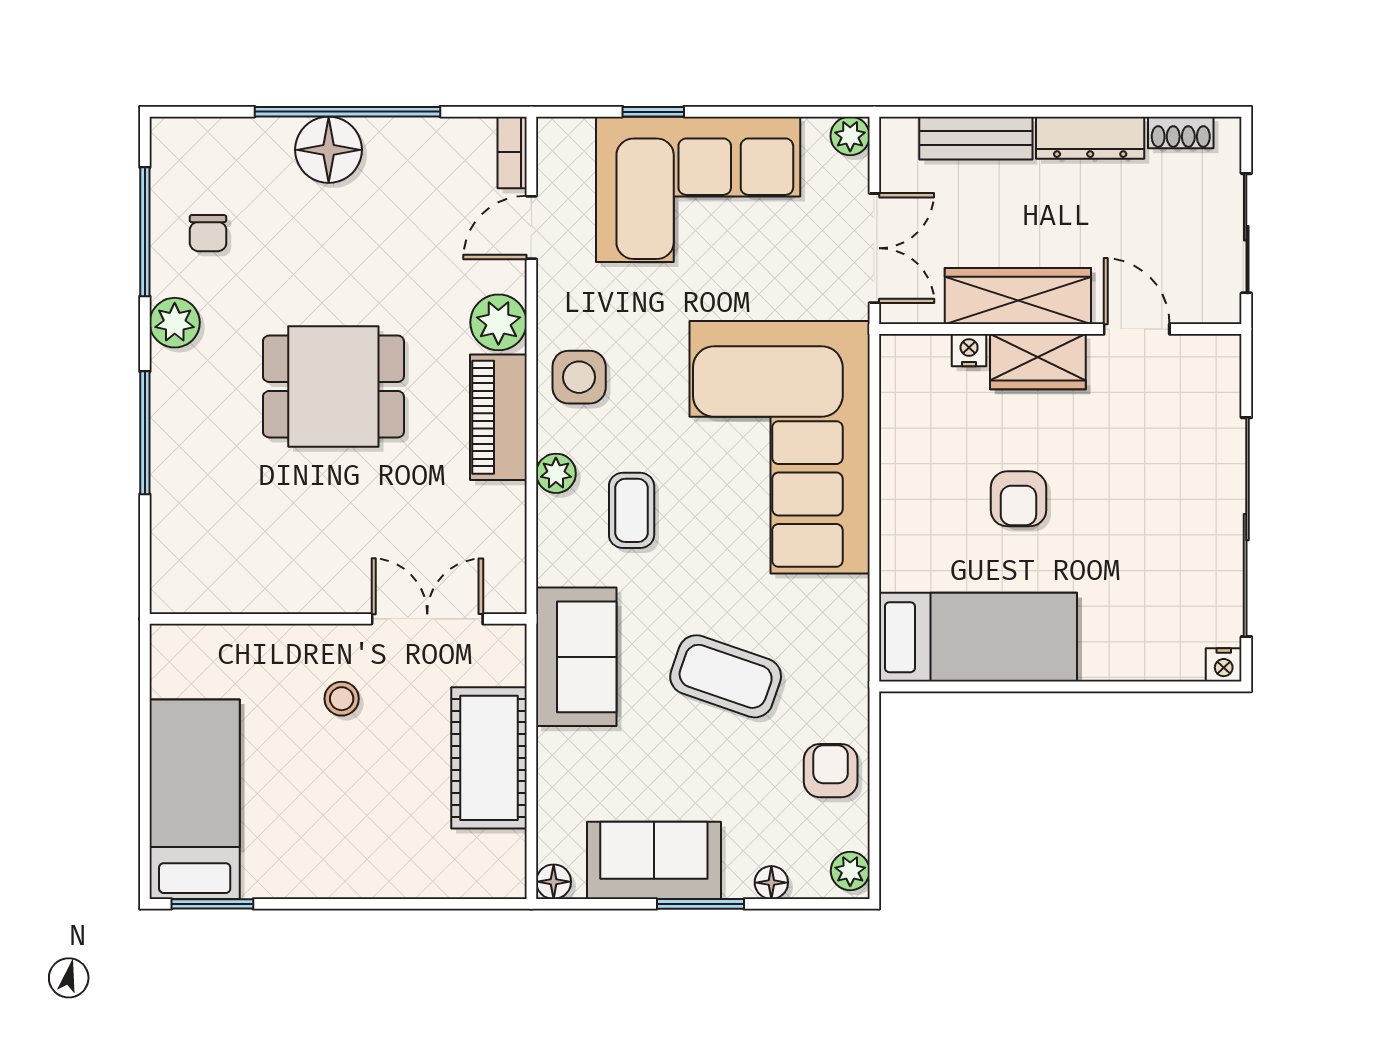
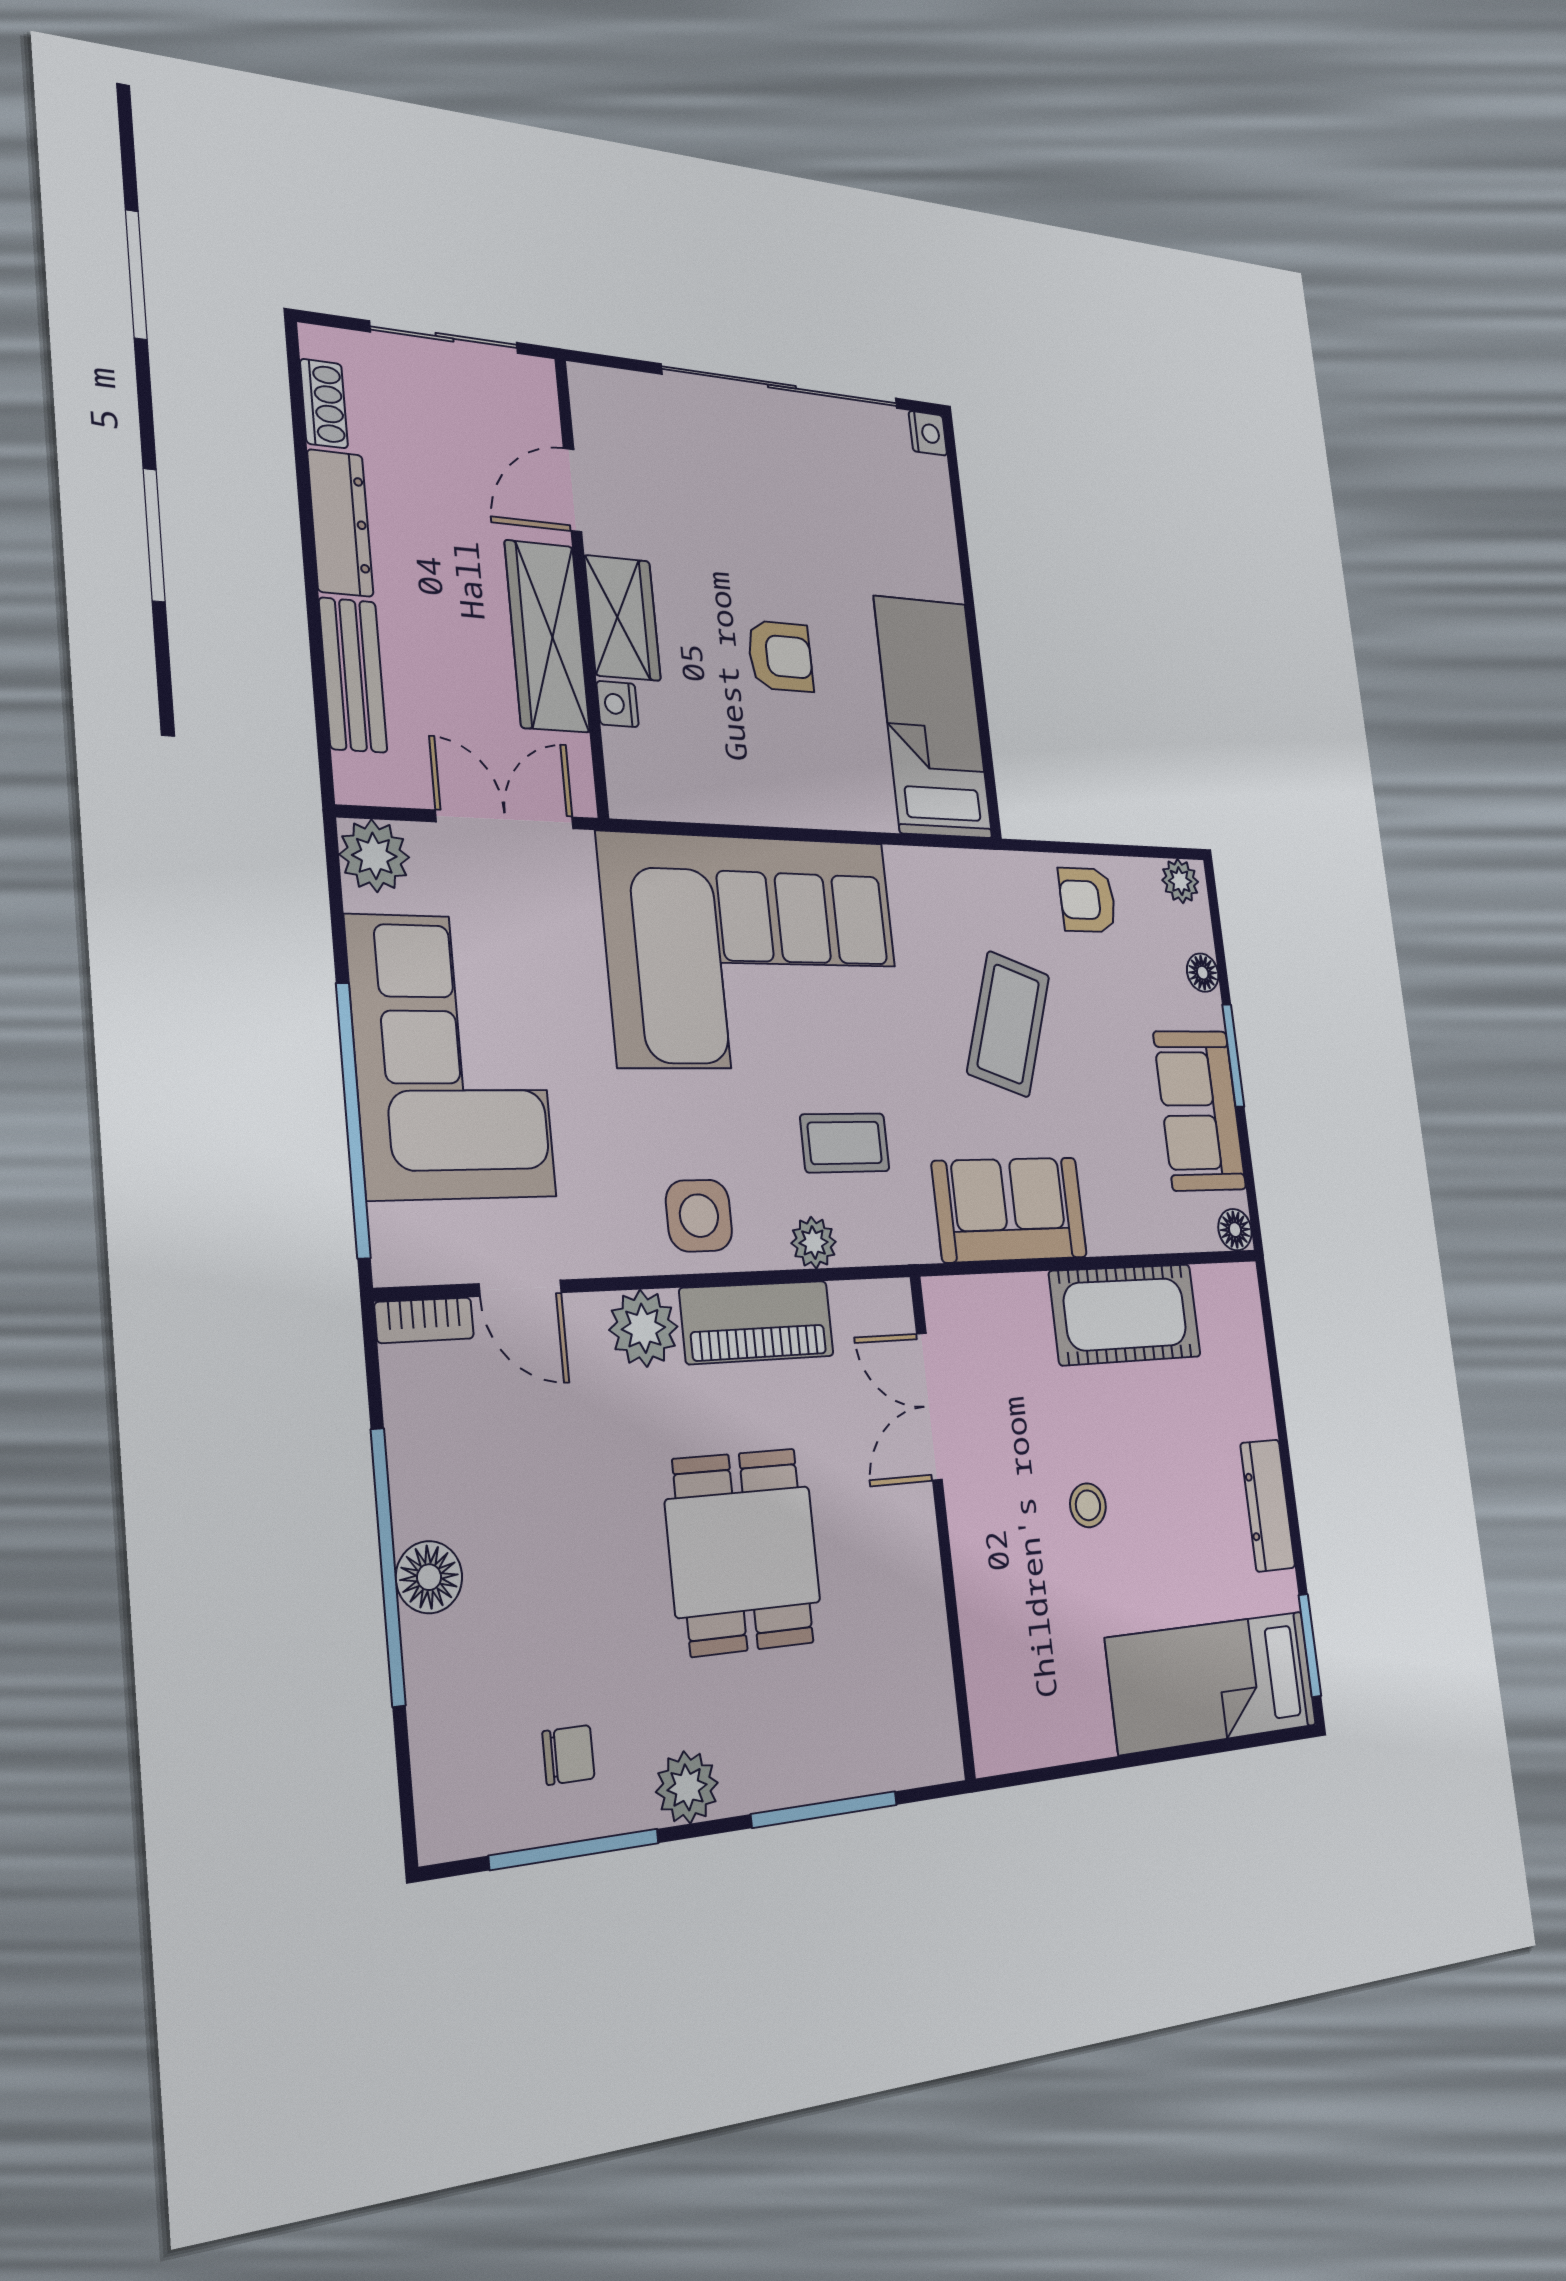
window: (653, 112) -> (353, 1120), width x3.17
plant: (850, 136) -> (374, 856), width x1.38, depth x1.38
floor lamp: (329, 150) -> (429, 1577), width x0.73, depth x0.73
wall: (338, 619) -> (942, 1525), moved
double door: (427, 619) -> (929, 1407), moved
dresser: (327, 879) -> (1268, 1505), added

